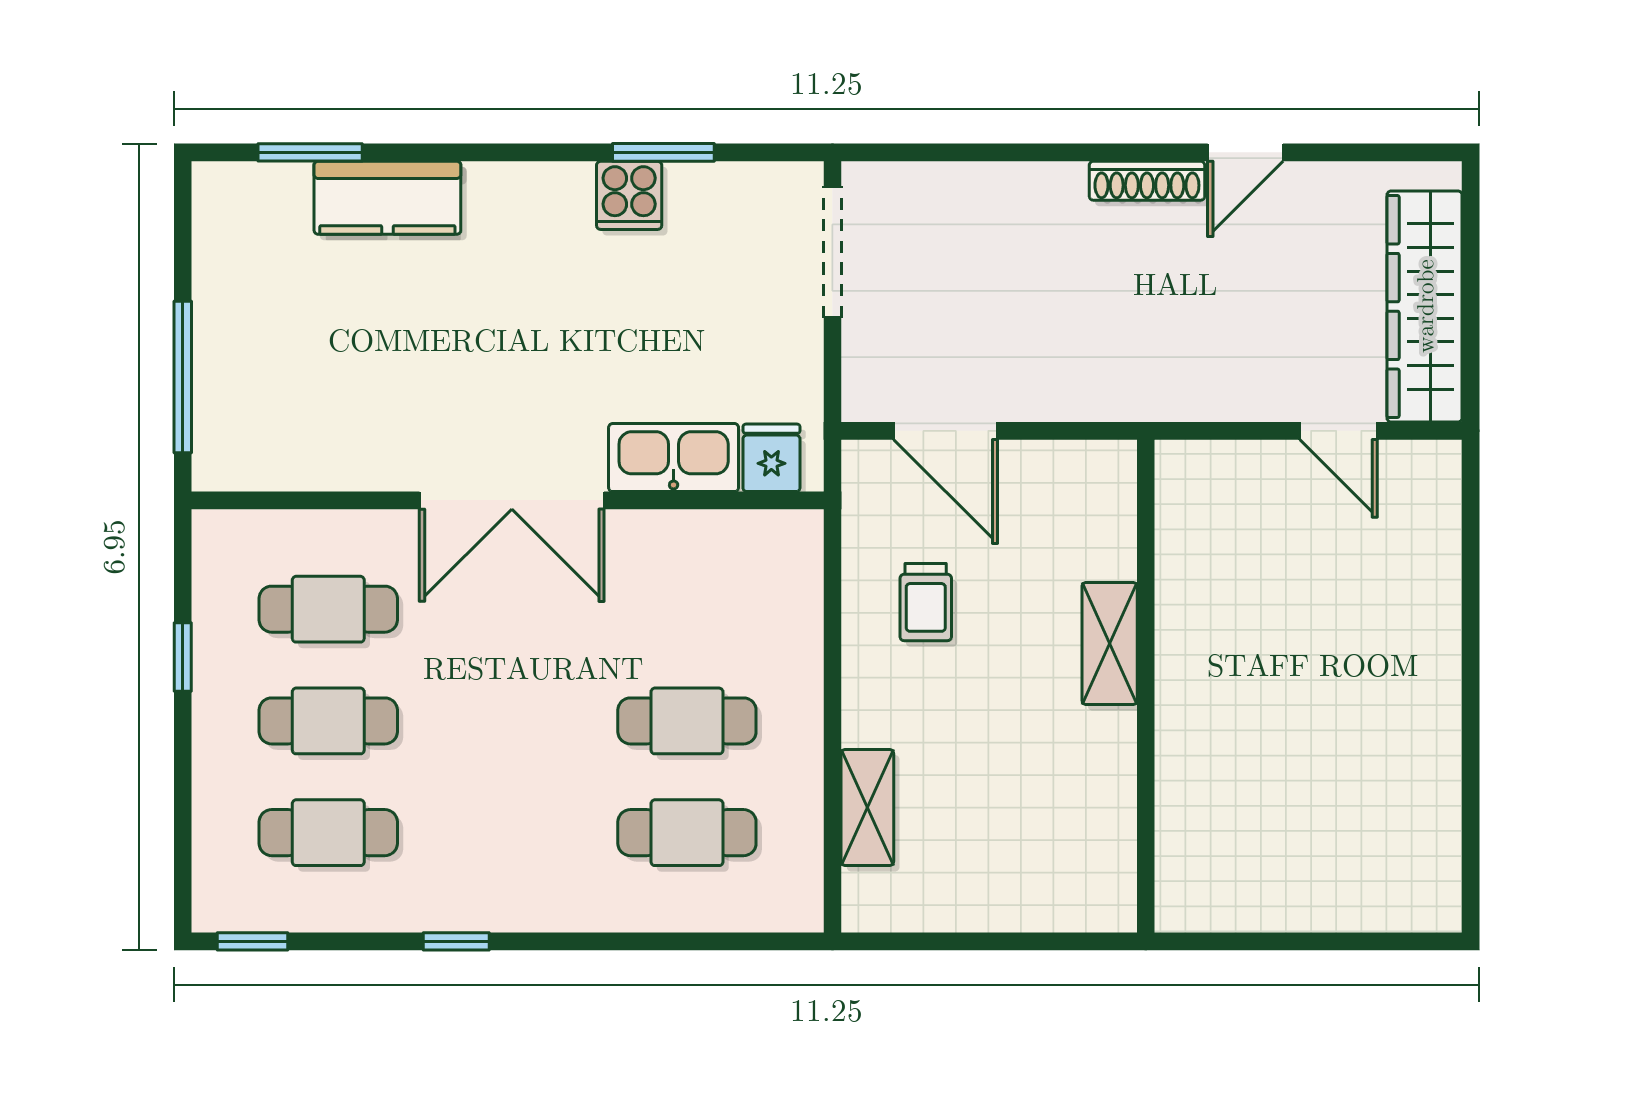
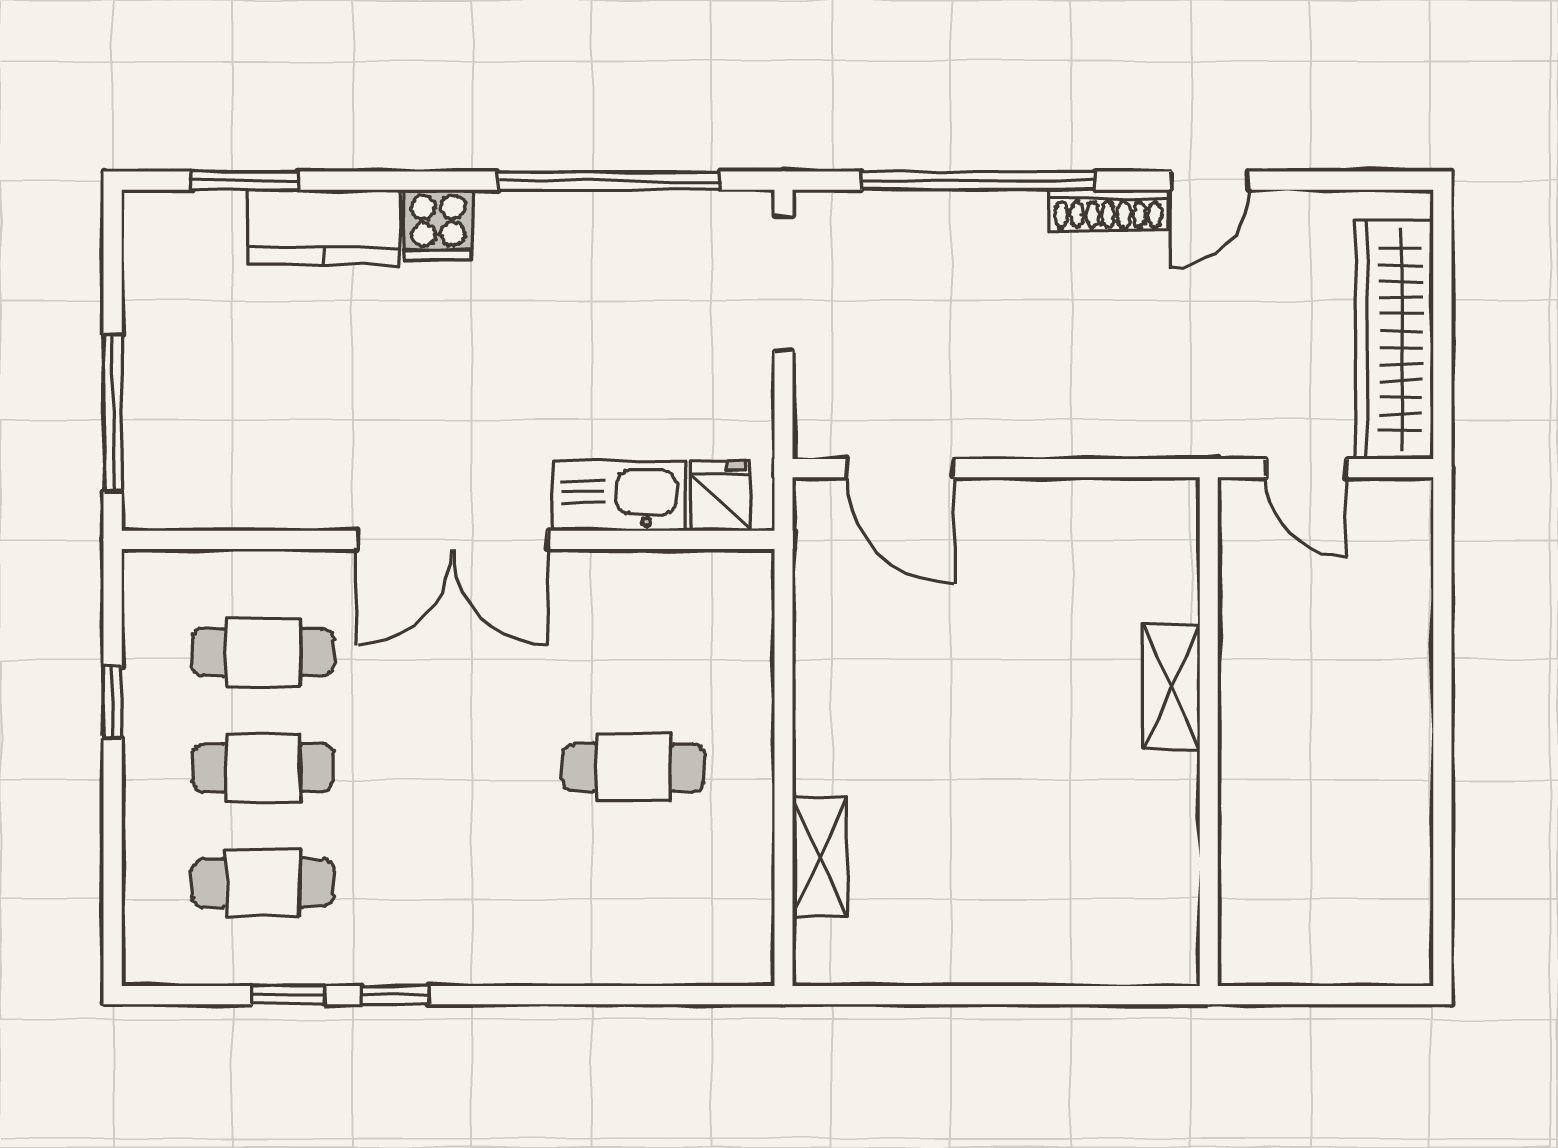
window: (663, 152) -> (609, 181), width x2.11
window: (1021, 152) -> (978, 181), added
cooker: (629, 195) -> (438, 225), moved
trolley: (926, 602) -> (880, 645), removed
shelving: (1110, 643) -> (1171, 688), moved
wall: (1146, 686) -> (1209, 732), moved
cafe table: (687, 833) -> (633, 883), removed
window: (253, 941) -> (288, 995), moved

